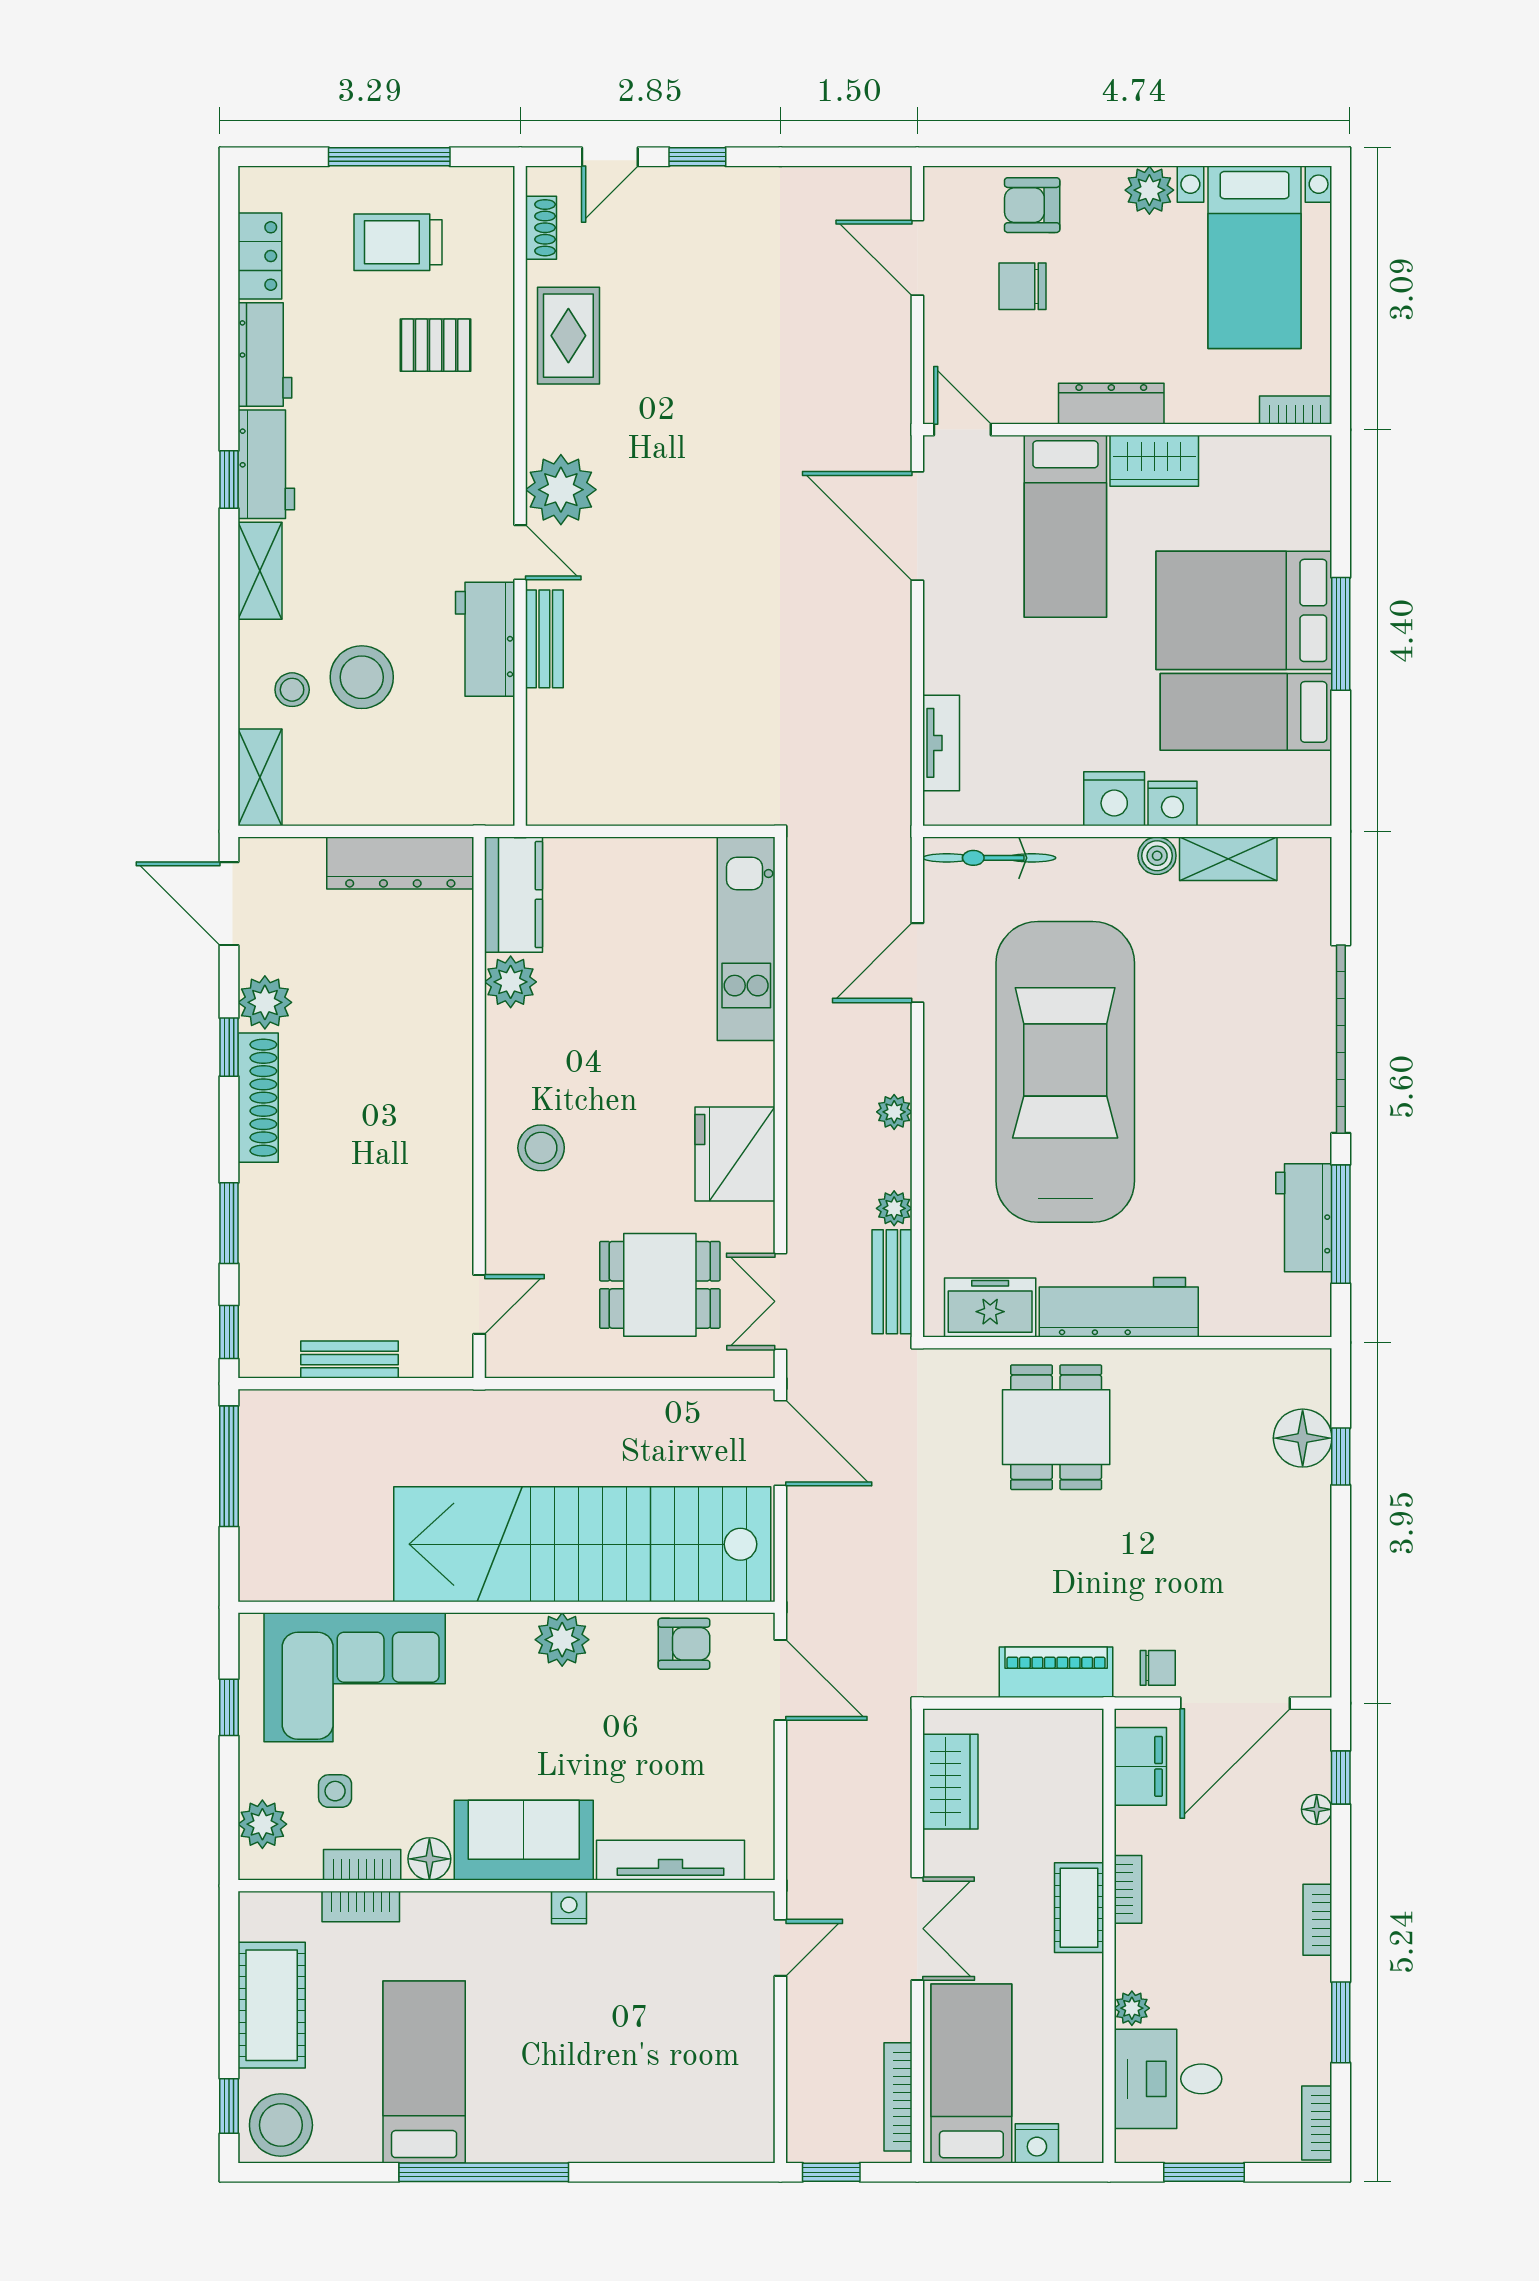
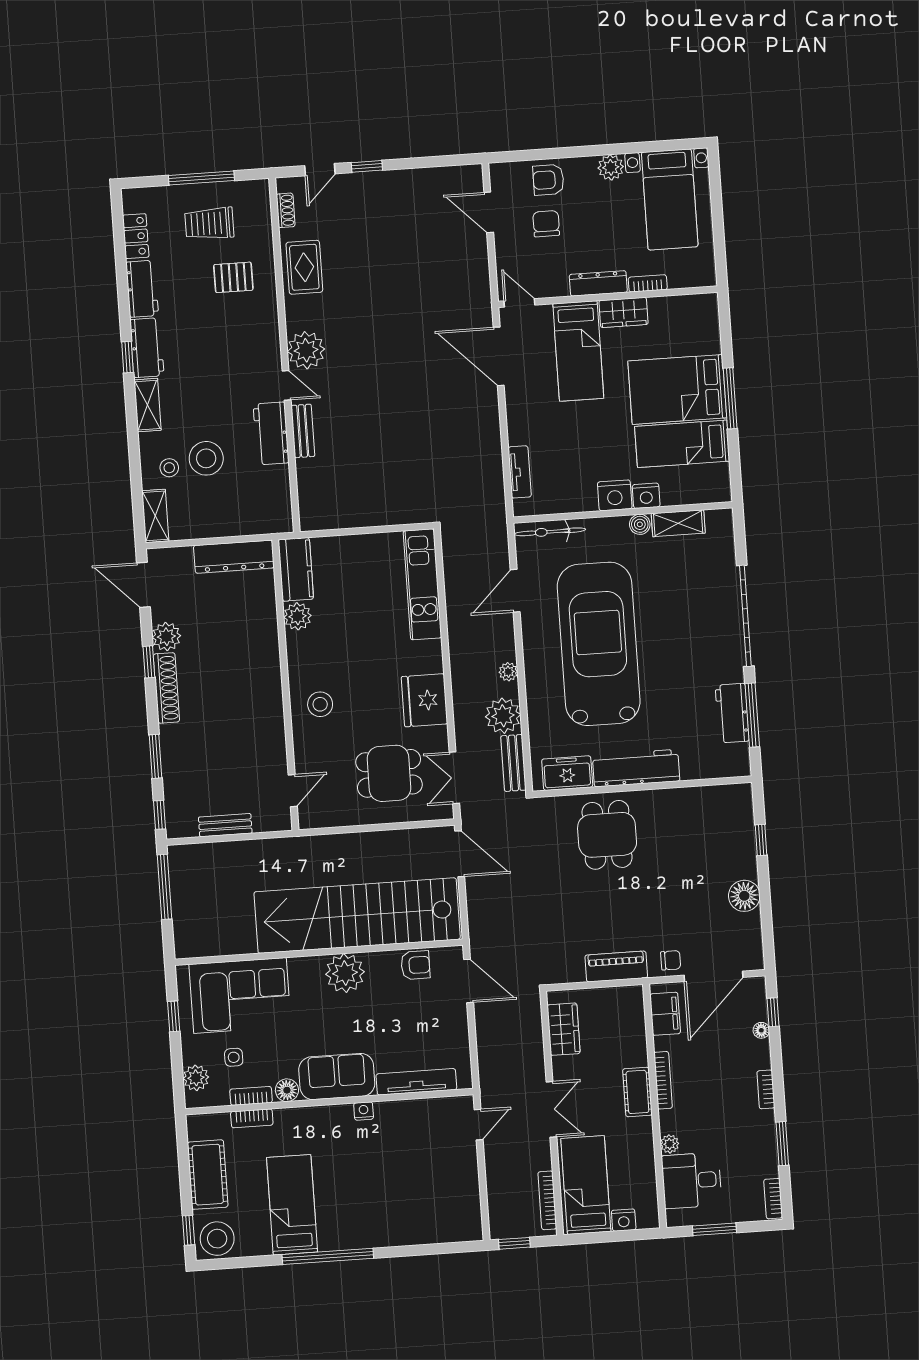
chair: (1022, 286) -> (546, 224), turned 90
bookcase: (1295, 410) -> (648, 283), moved
plant: (894, 1208) -> (503, 716), width x1.88, depth x1.88
floor lamp: (1303, 1438) -> (744, 896), moved
plant: (562, 1640) -> (345, 973), width x1.36, depth x1.36
bookcase: (1128, 1889) -> (663, 1080), width x1.56

